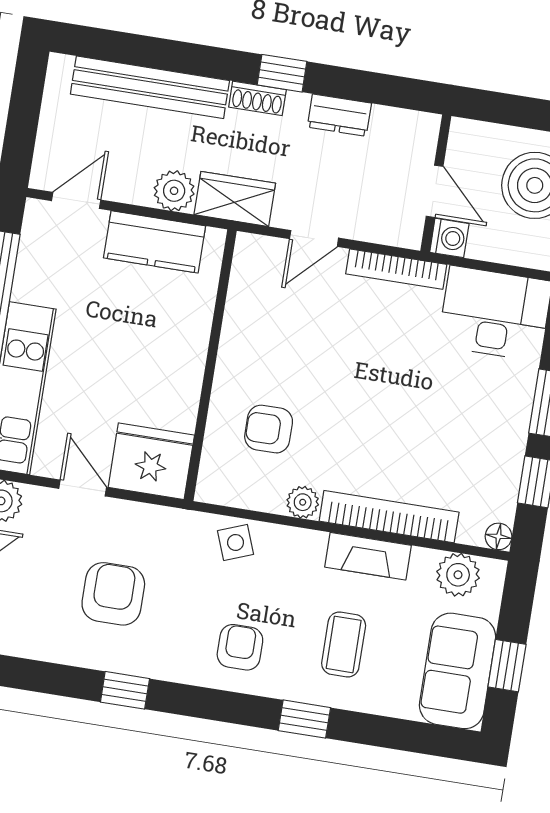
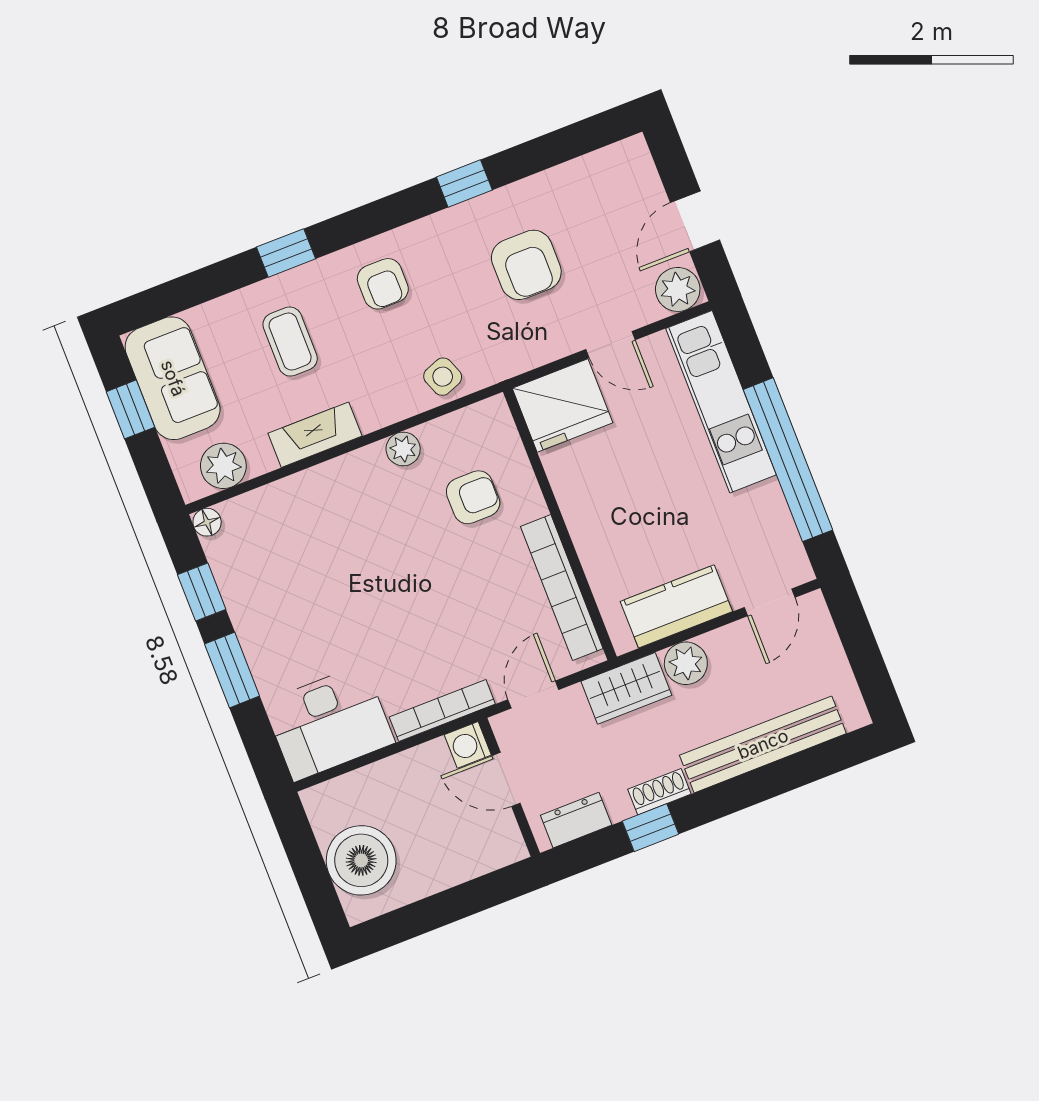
wall: (436, 183) -> (509, 787), moved
door: (435, 191) -> (506, 779), moved
washing machine: (449, 238) -> (468, 745), moved
bookcase: (389, 517) -> (562, 588), moved, turned 90

